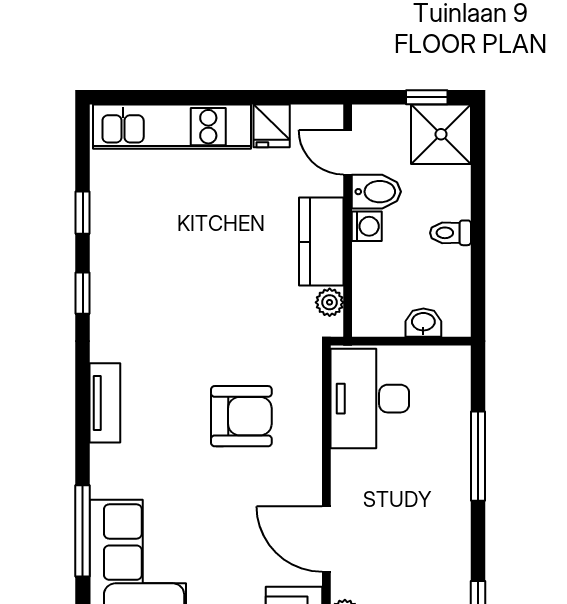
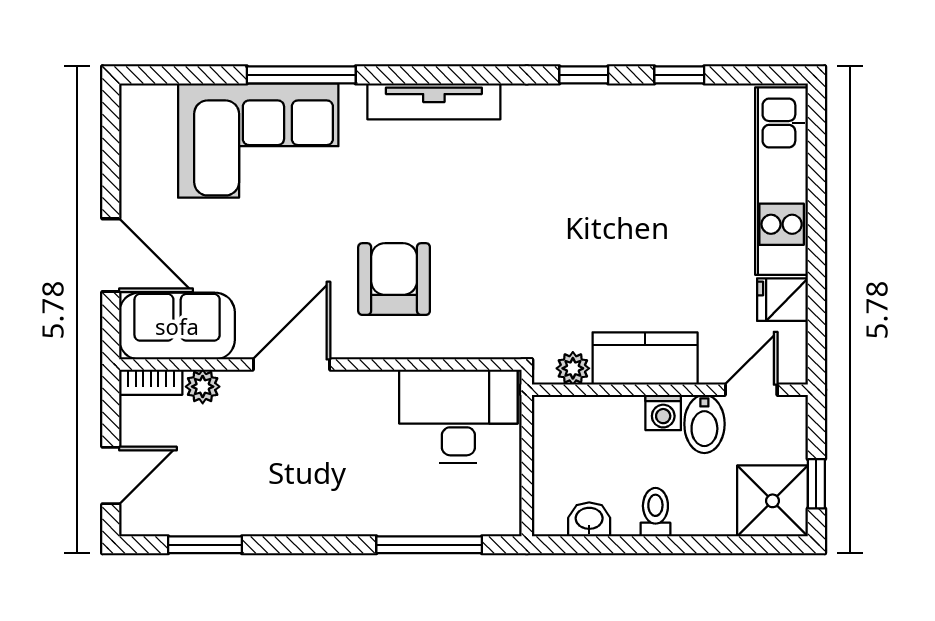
washbasin: (423, 323) -> (589, 519), moved, turned -90
tv unit: (105, 403) -> (434, 101), width x1.41
armchair: (241, 416) -> (394, 279), moved, turned 180
window: (478, 456) -> (429, 545), moved

